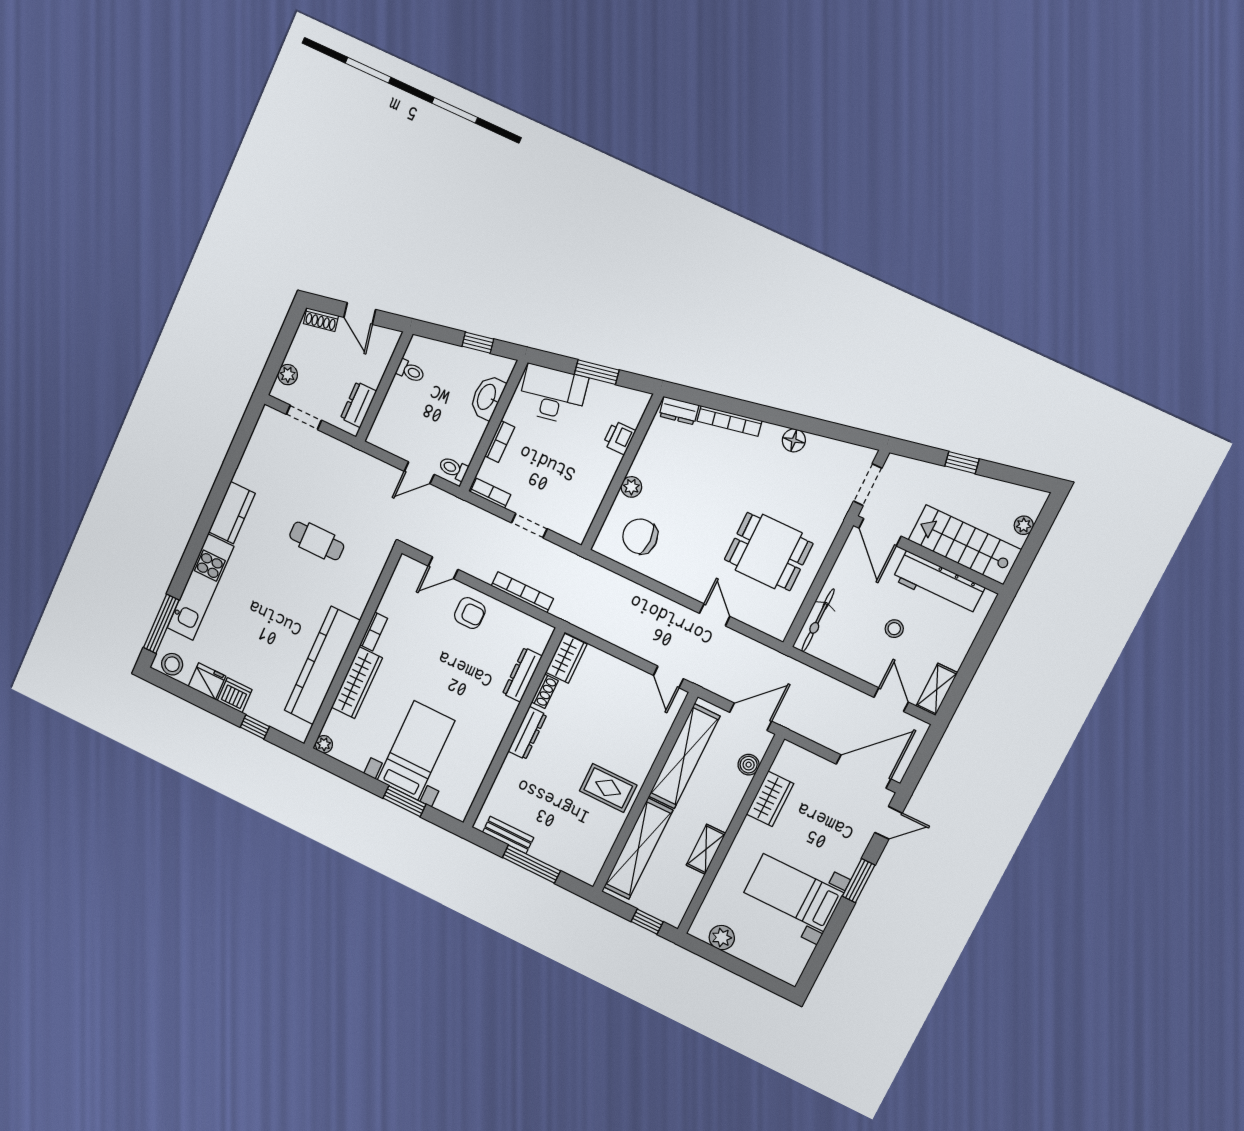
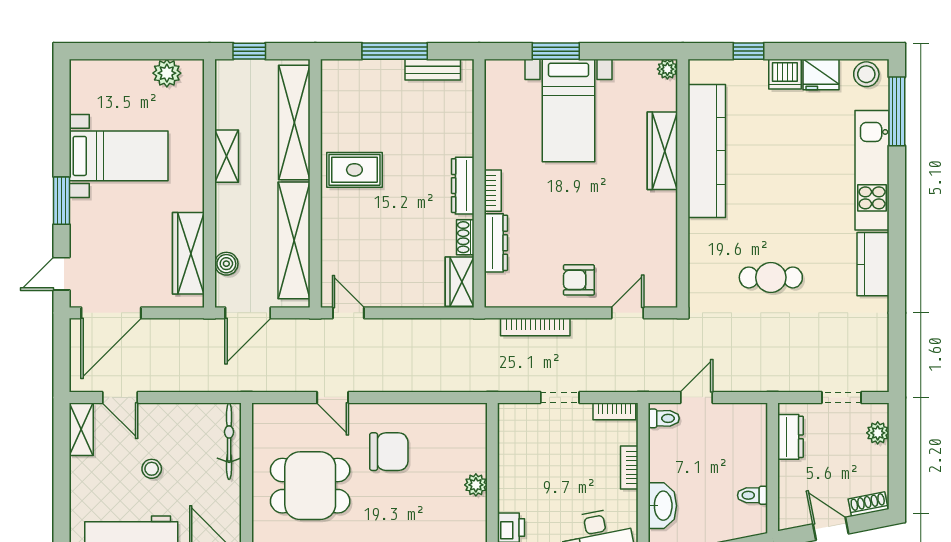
chair: (640, 536) -> (389, 452), moved
bookcase: (374, 632) -> (493, 191), moved, turned 180
wardrobe: (770, 799) -> (188, 253), width x1.50

